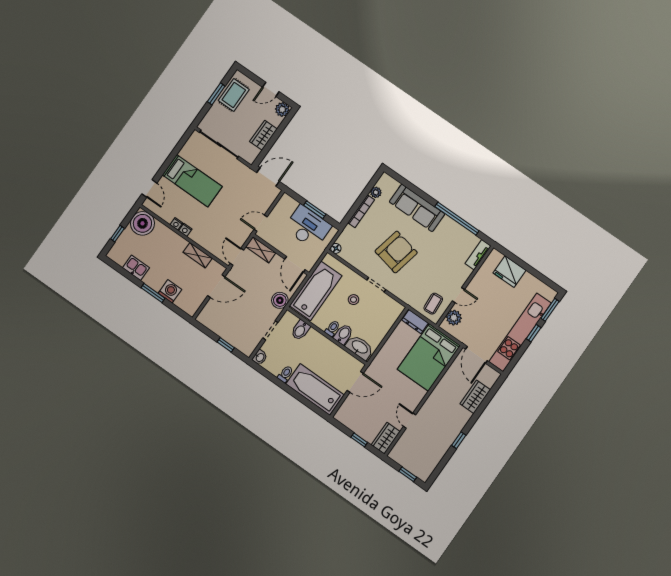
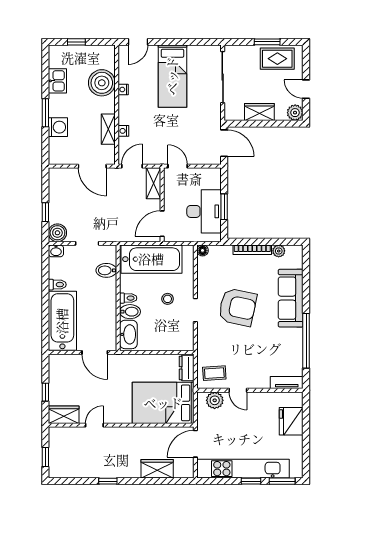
boiler: (142, 223) -> (102, 83), moved
nightstand: (185, 230) -> (123, 131), moved
boiler: (280, 300) -> (57, 233), moved

